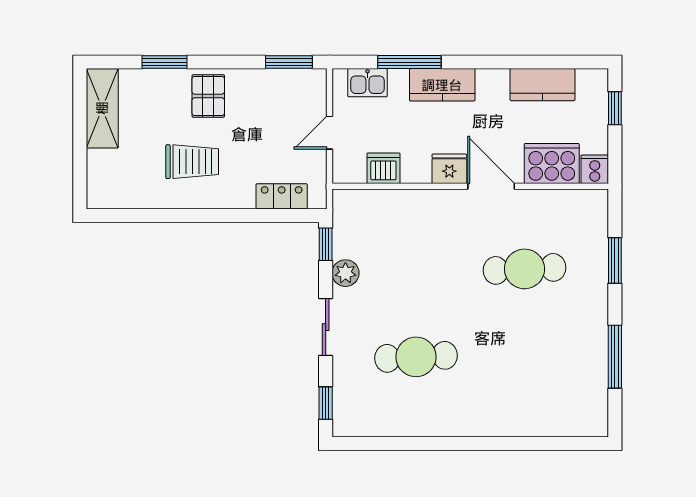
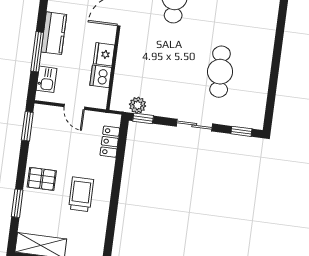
fridge: (449, 169) -> (104, 54), moved
plant: (345, 273) -> (138, 105), moved

